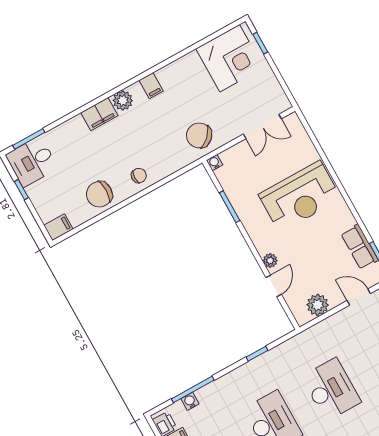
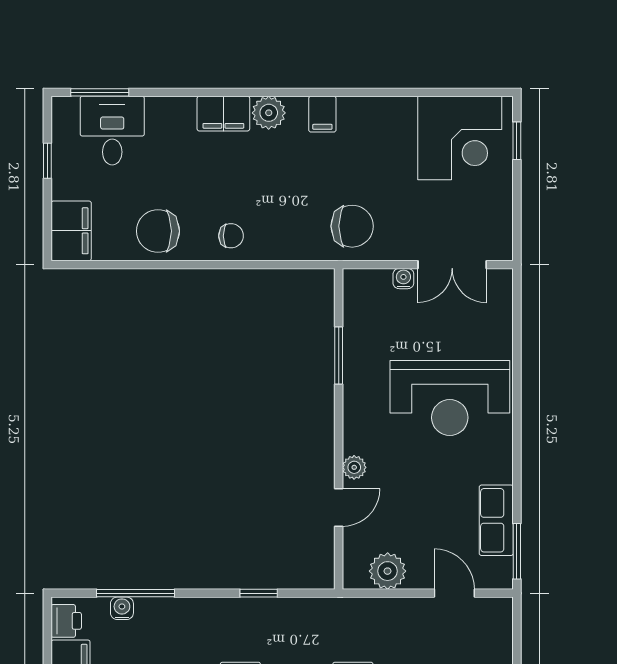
chair: (199, 135) -> (352, 226), turned 134
desk: (32, 162) -> (112, 131), moved, turned 90
water cooler: (215, 163) -> (403, 279), moved
filing cabinet: (58, 227) -> (71, 231), width x2.00

